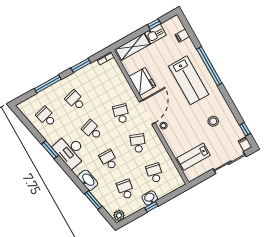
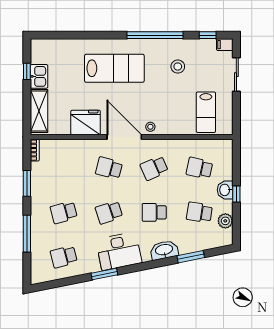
filing cabinet: (182, 36) -> (59, 47), removed
window: (209, 66) -> (155, 35), moved
school desk: (138, 143) -> (154, 168), turned -45
sliding door: (230, 163) -> (236, 75), width x0.73
plant: (119, 215) -> (225, 221), moved

